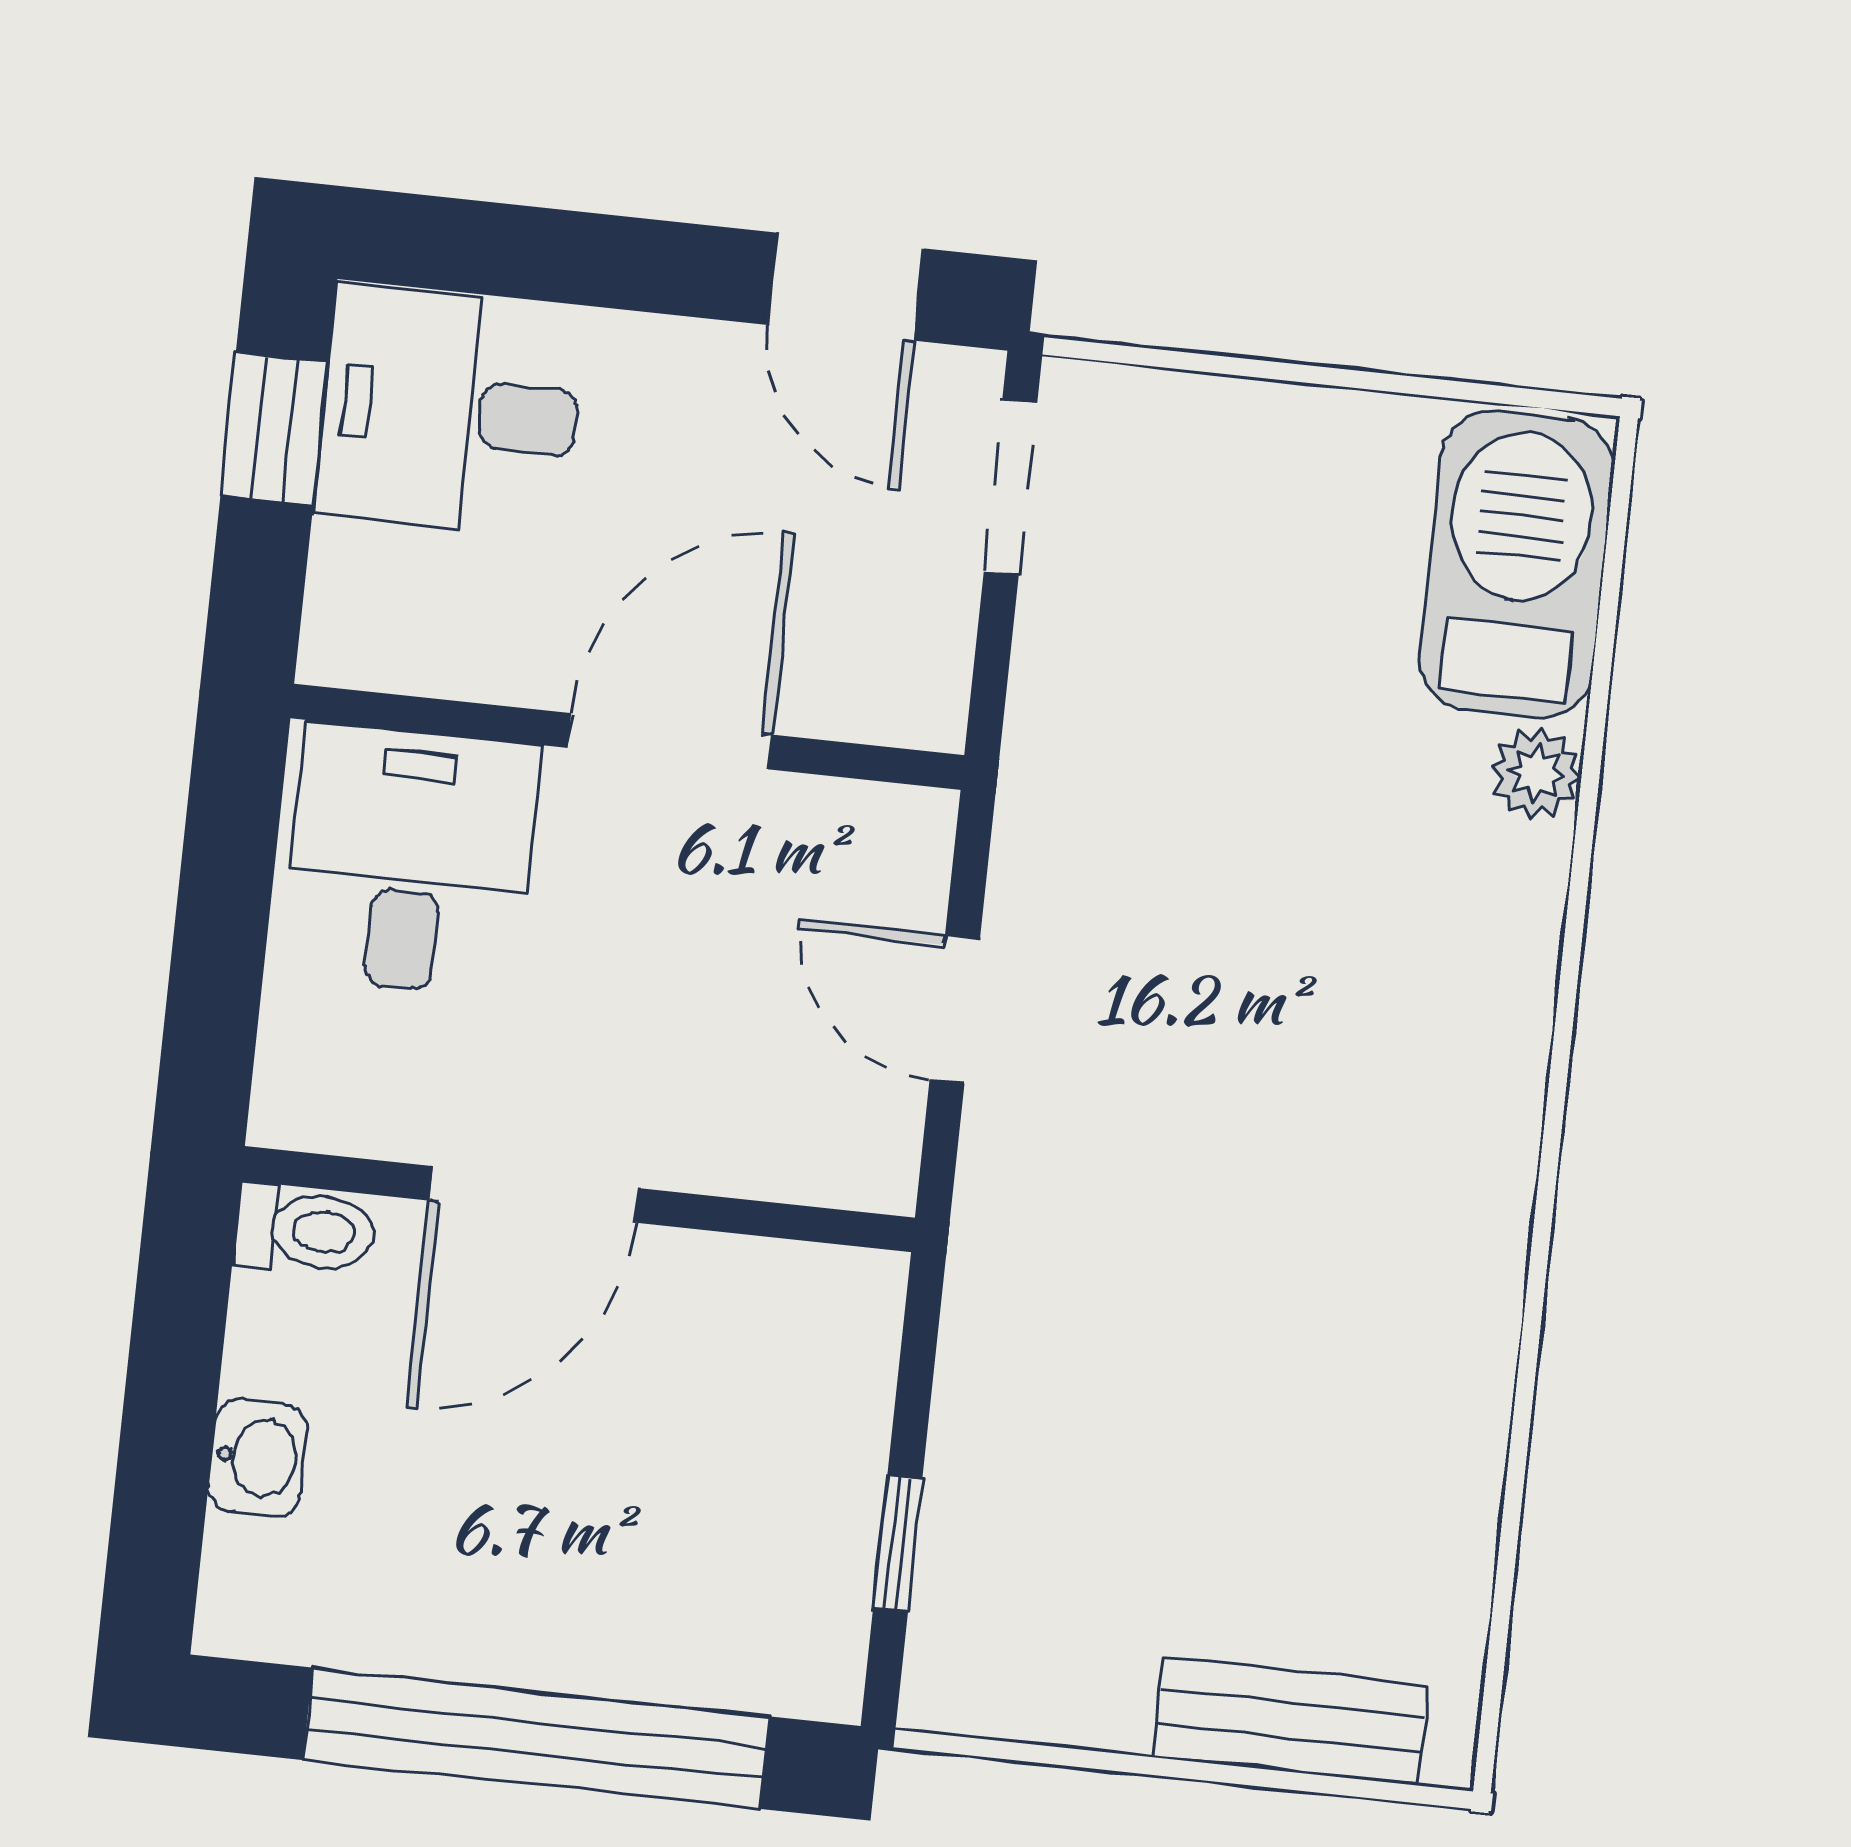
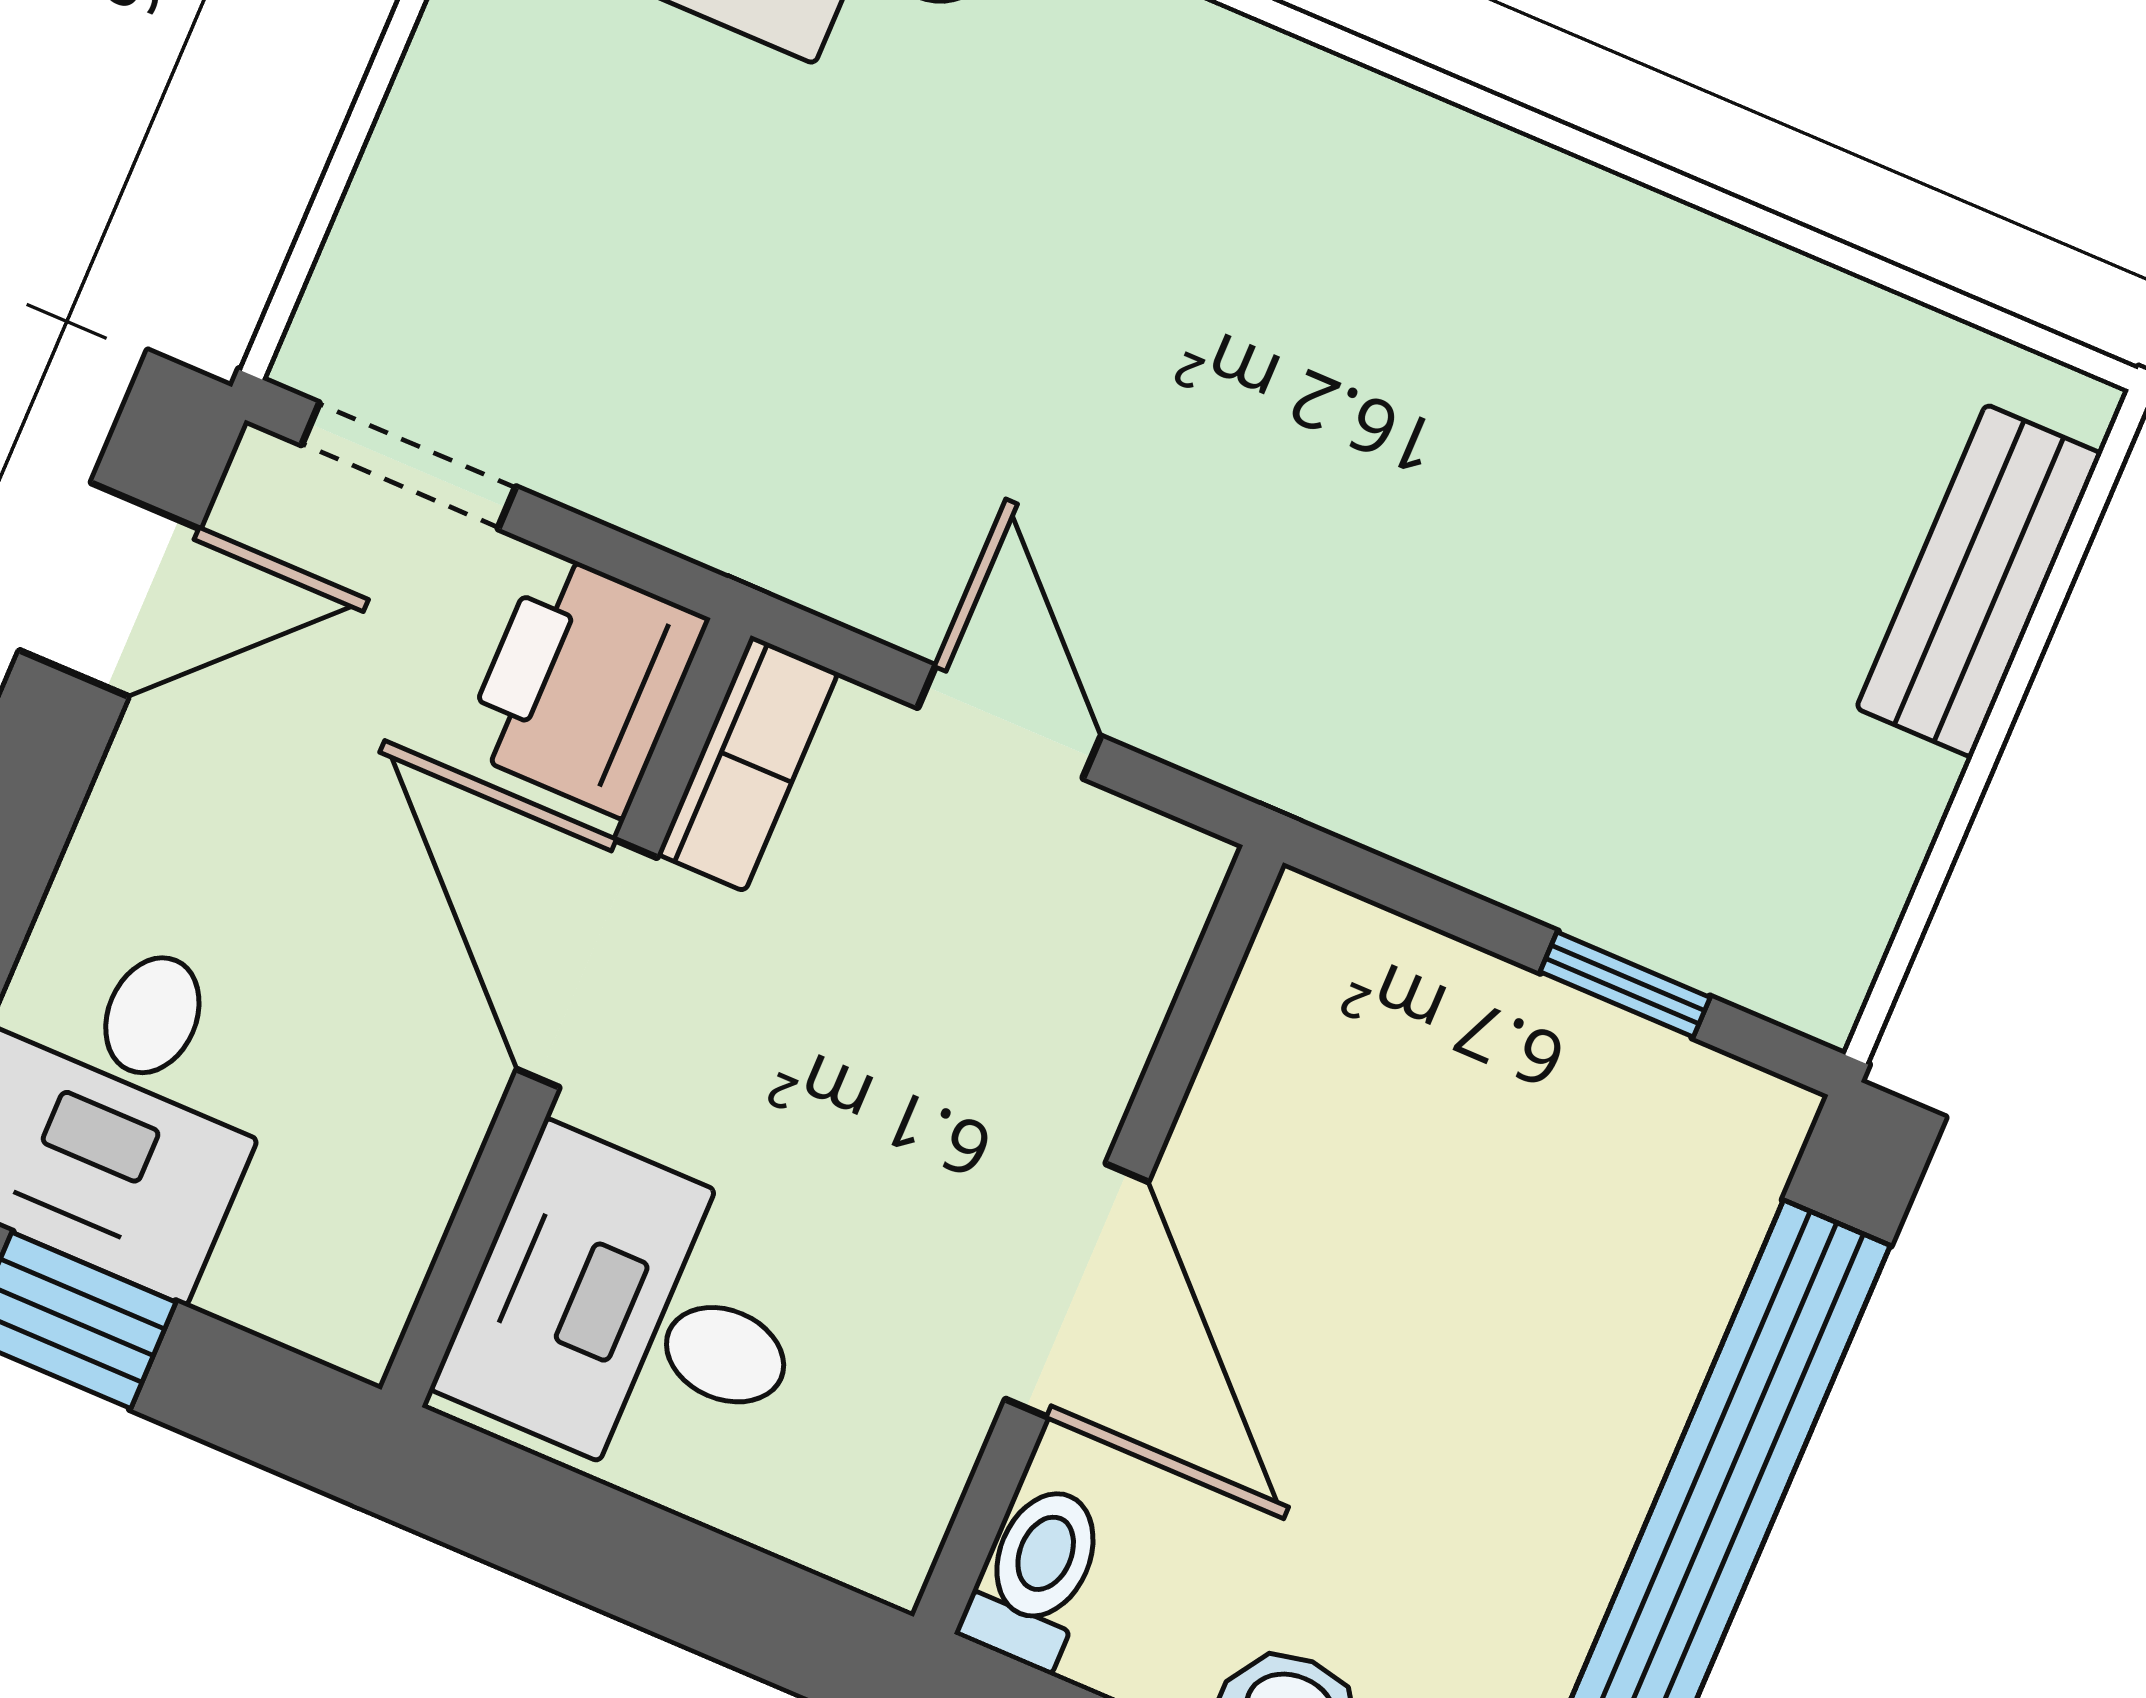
printer: (884, 673) -> (584, 684), added
bookcase: (861, 818) -> (748, 764), added
door: (955, 1009) -> (1009, 722), swing flipped

